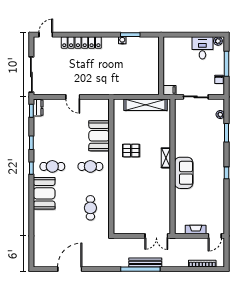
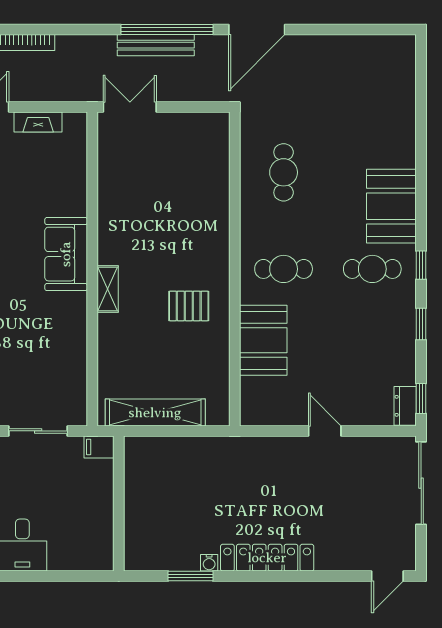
locker: (81, 43) -> (267, 558), moved
door: (70, 269) -> (257, 30), moved

